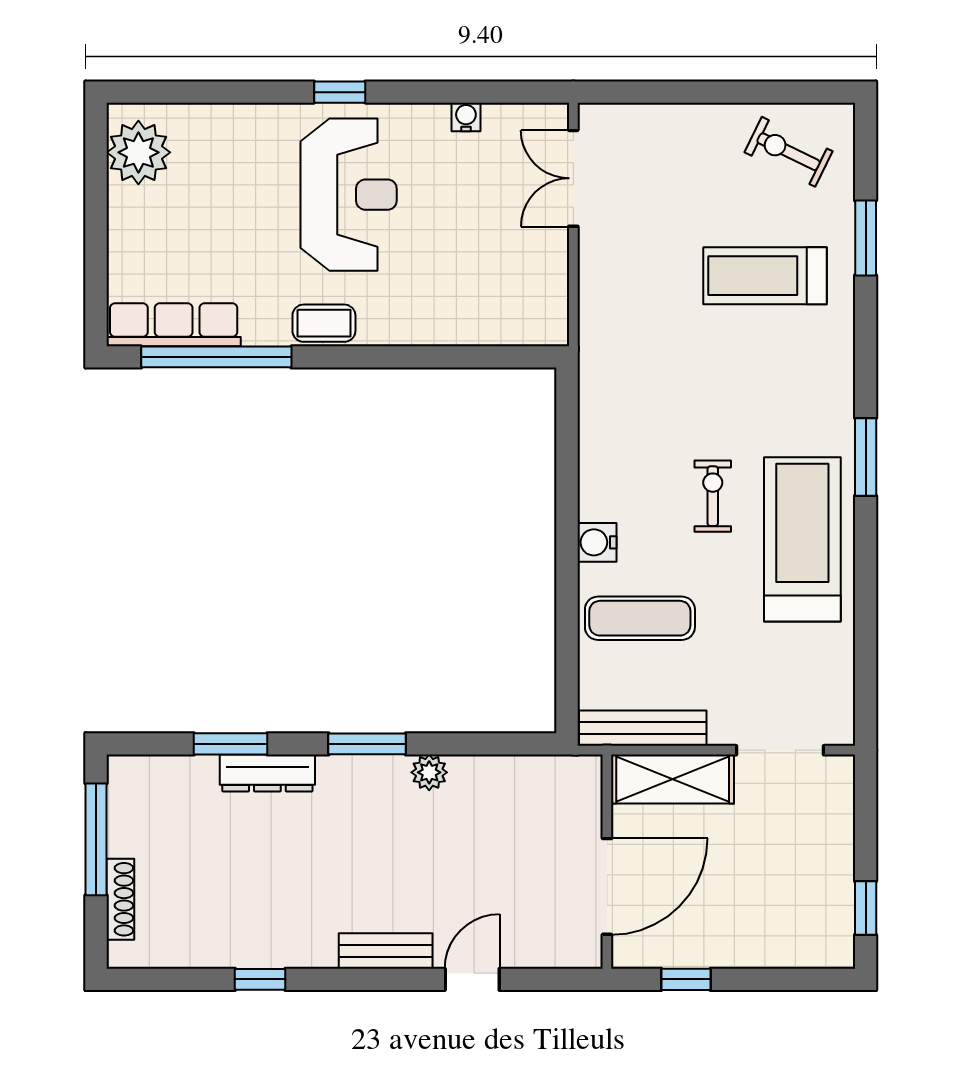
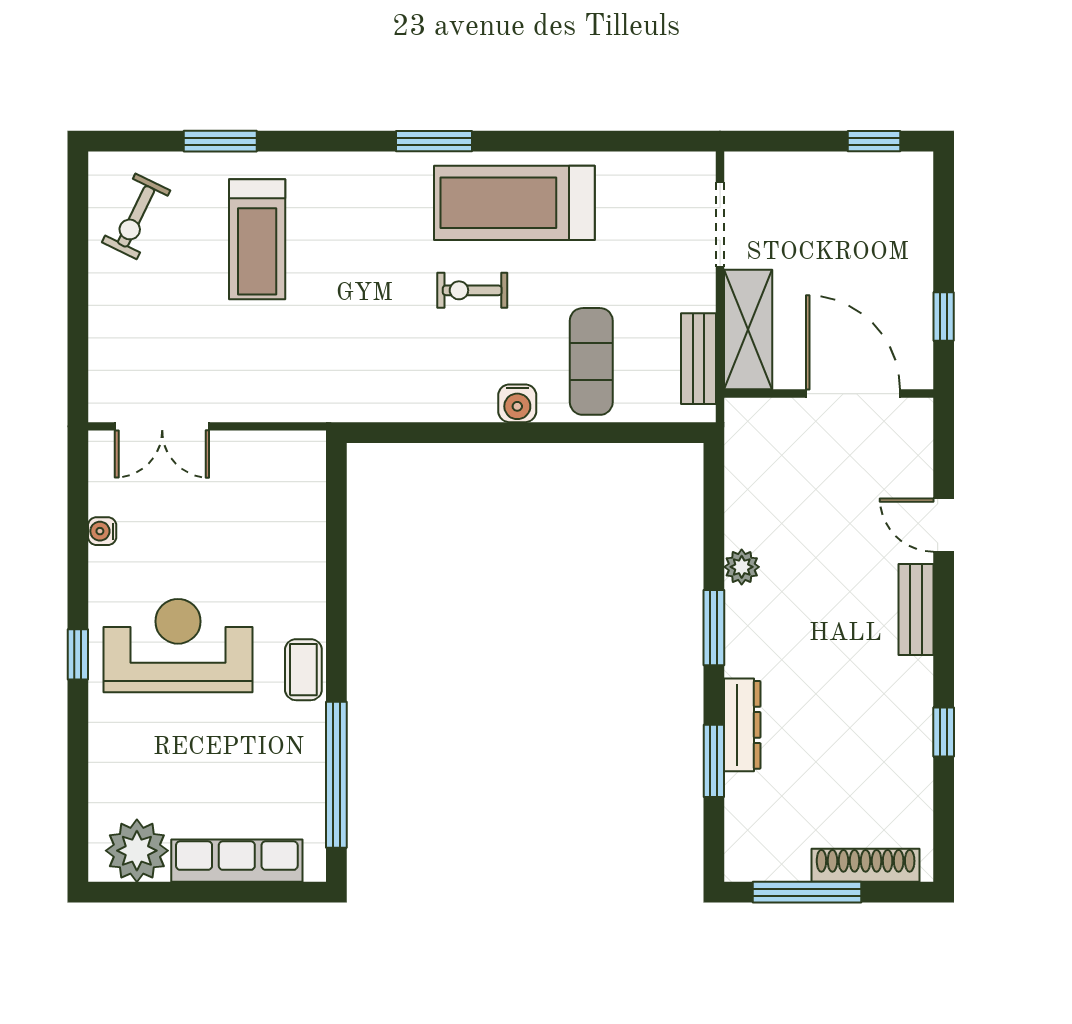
row of seats: (174, 325) -> (237, 861), moved, turned 90
bench: (643, 728) -> (699, 359), width x0.73
shoe rack: (120, 899) -> (866, 865), width x1.36, depth x1.24

